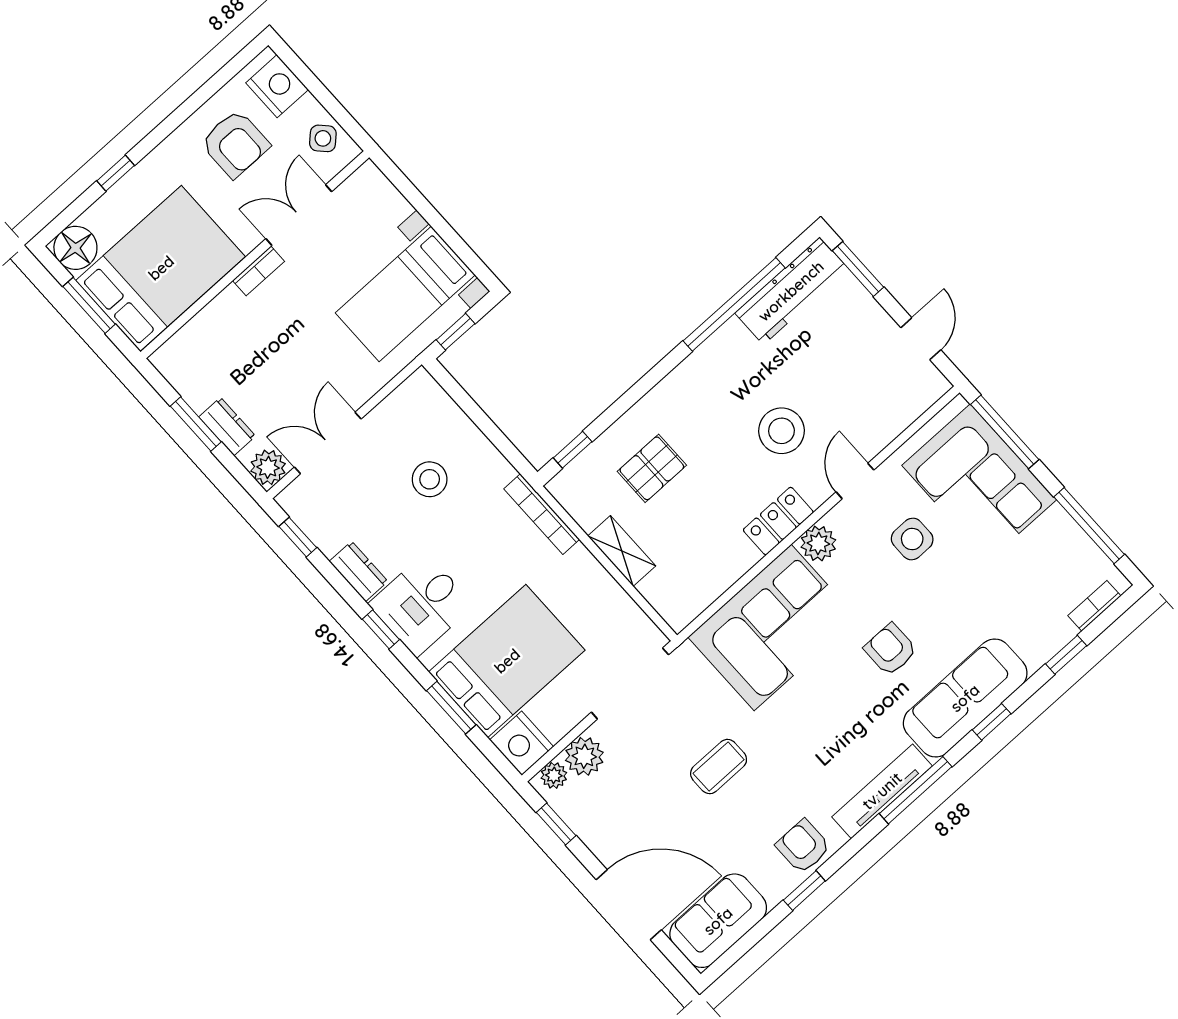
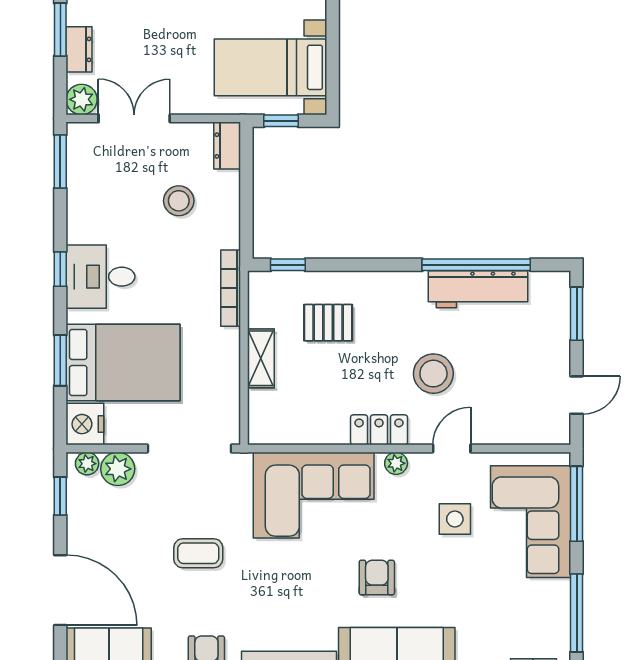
workbench: (791, 291) -> (478, 289), moved
window: (298, 537) -> (60, 162), width x1.50
plant: (818, 543) -> (396, 463), width x0.73, depth x0.73
dresser: (358, 571) -> (227, 146), moved, turned 180

